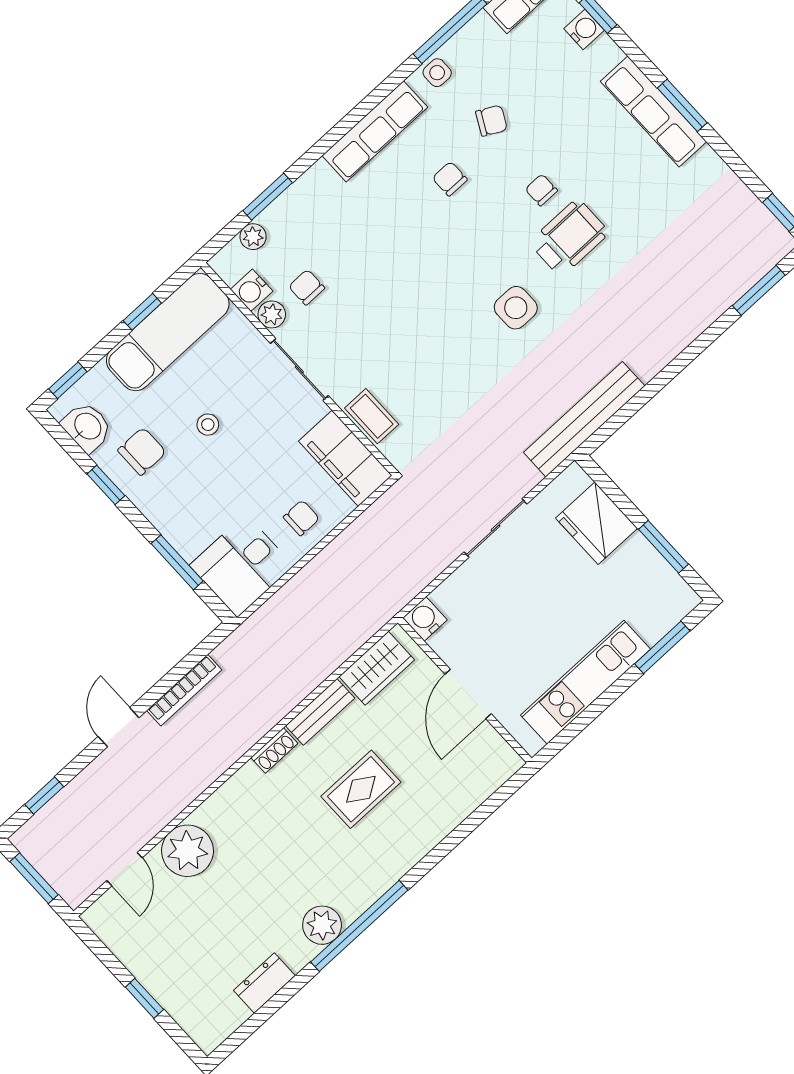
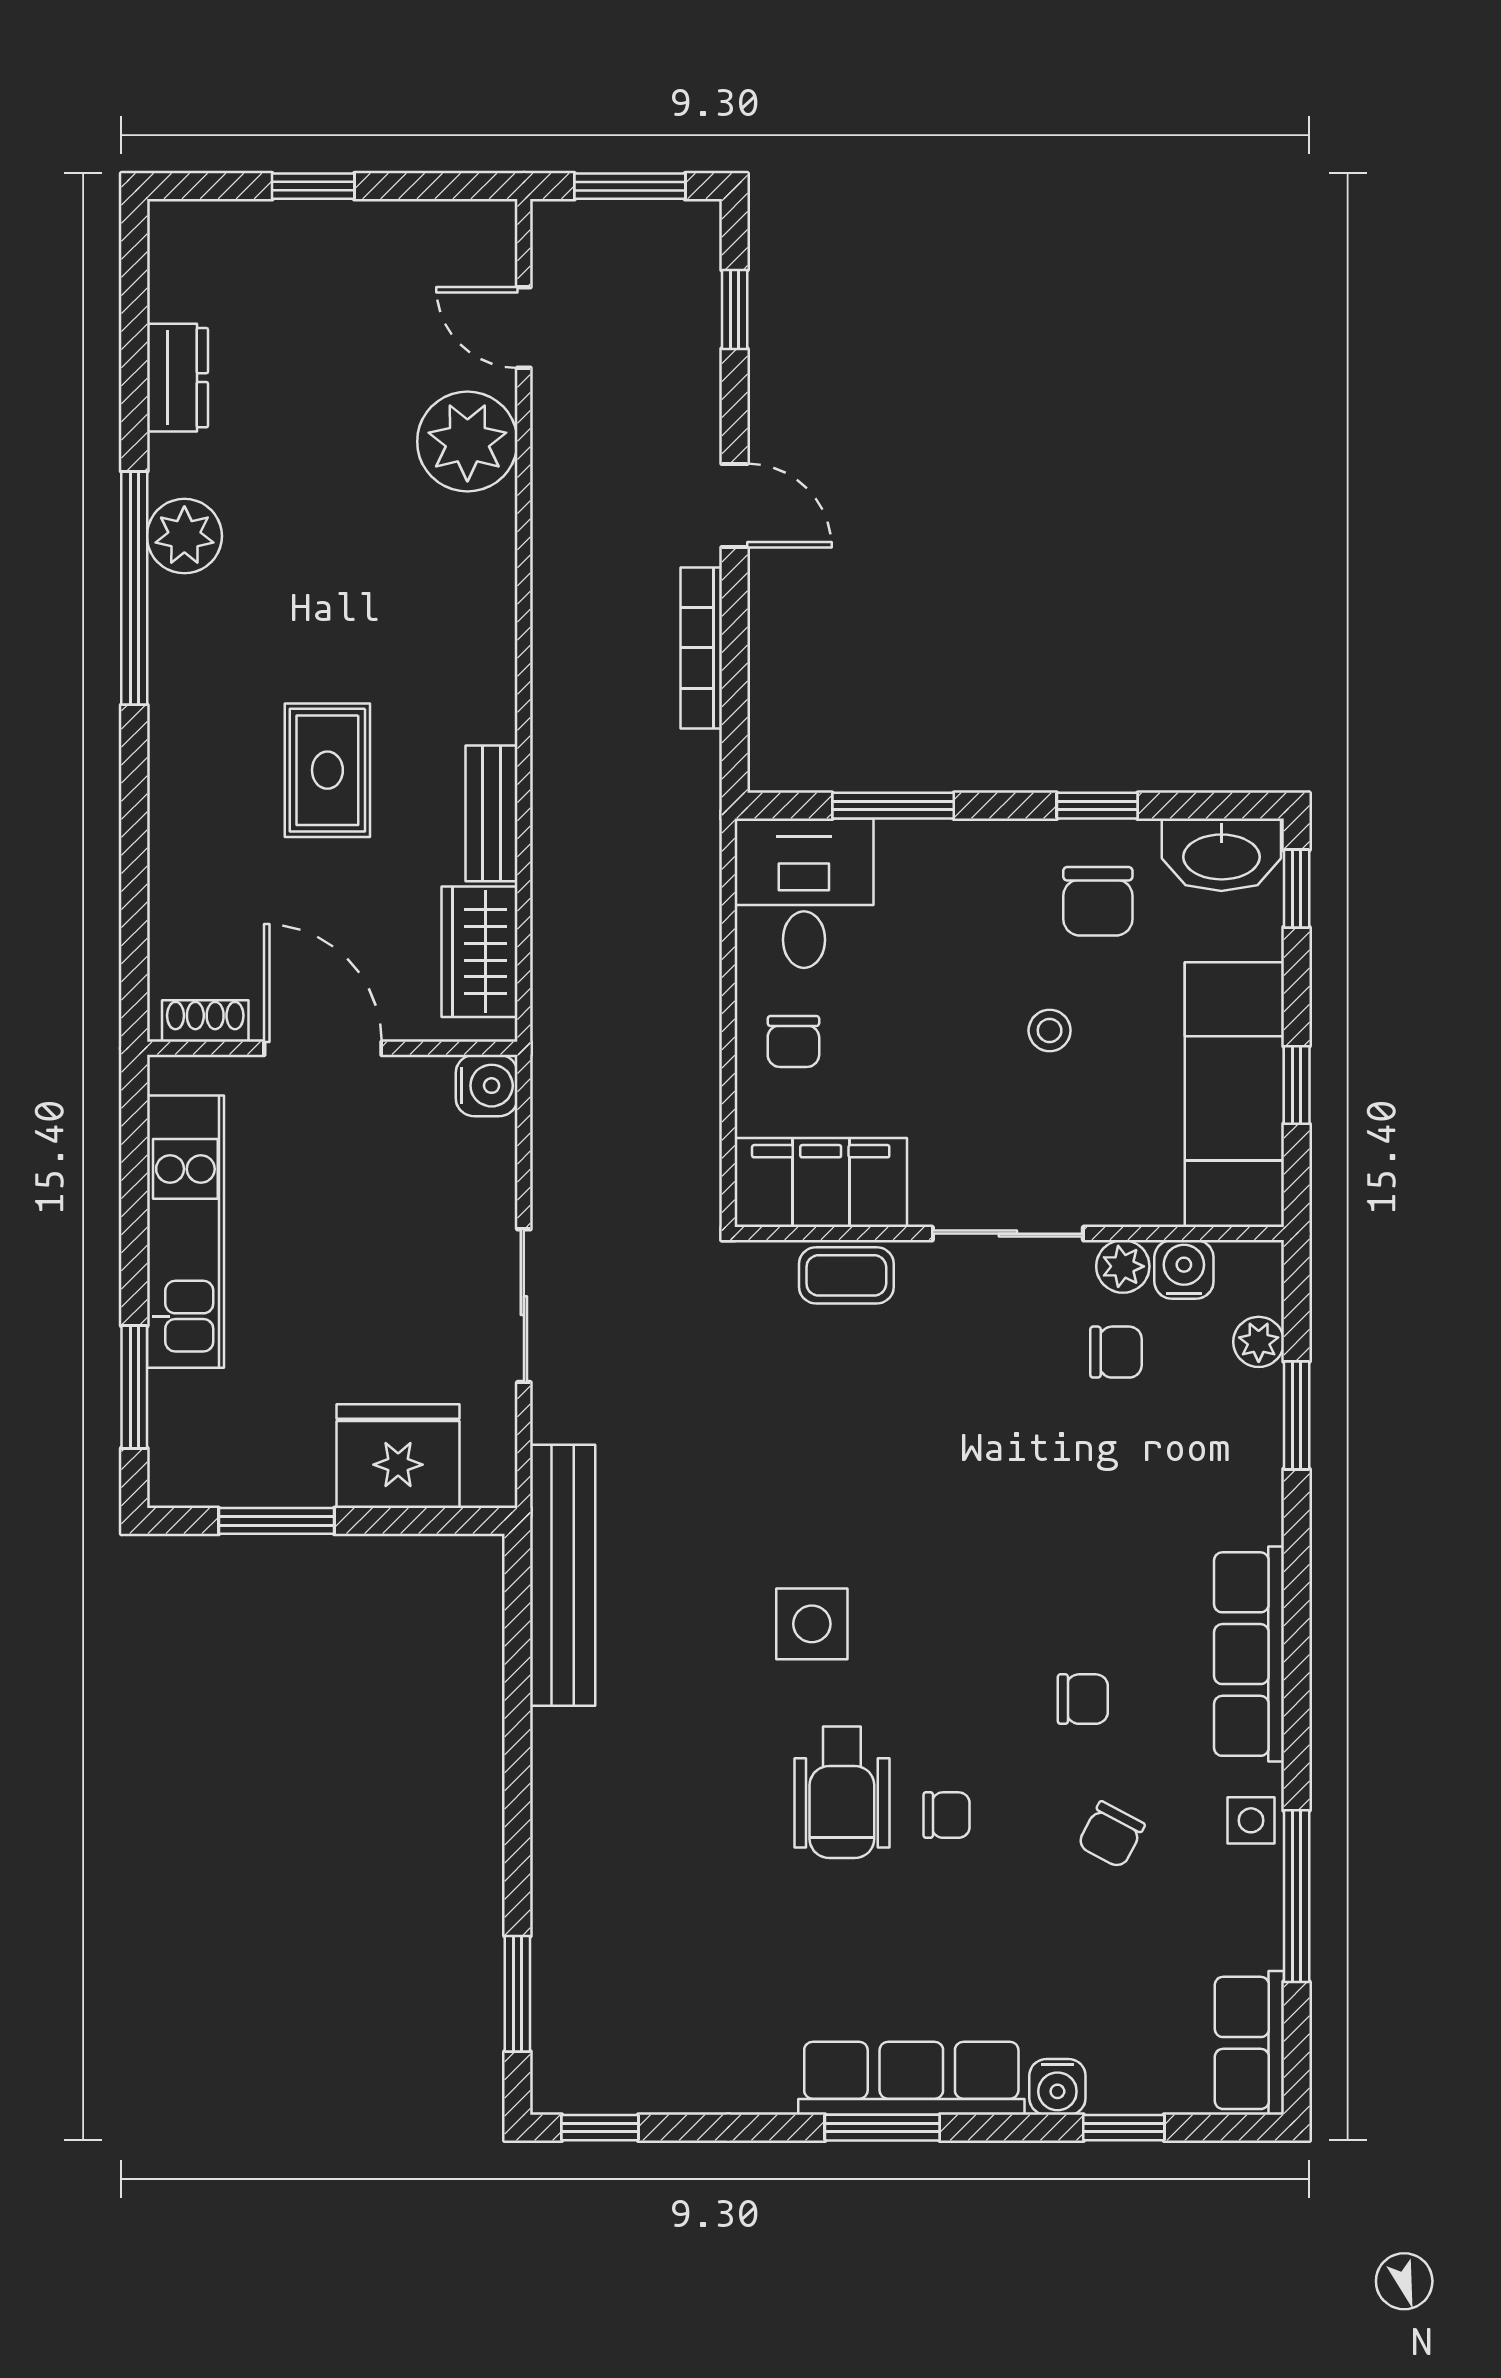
water cooler: (584, 29) -> (1057, 2087), moved
washbasin: (87, 427) -> (1221, 855), width x1.38
shoe rack: (274, 751) -> (205, 1021), moved, turned 90

